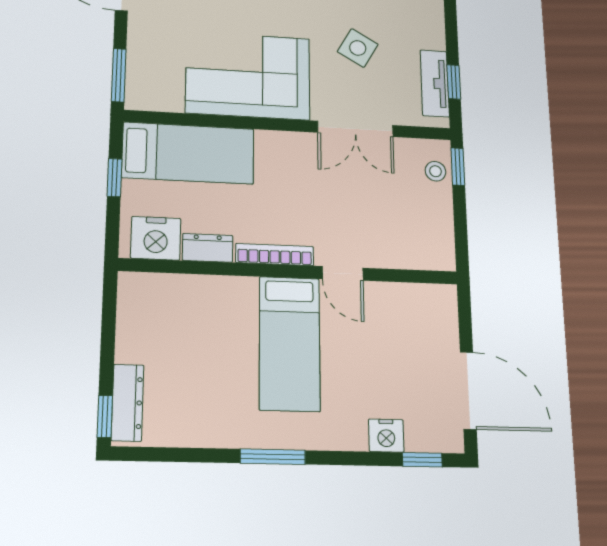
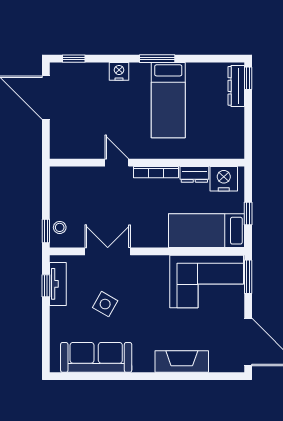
corner sofa: (248, 76) -> (207, 282), moved
bed: (290, 343) -> (168, 100), moved, turned 180
nightstand: (386, 436) -> (119, 71), moved

